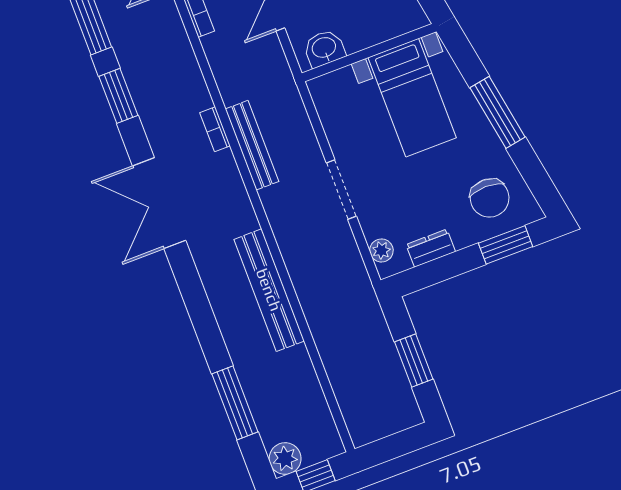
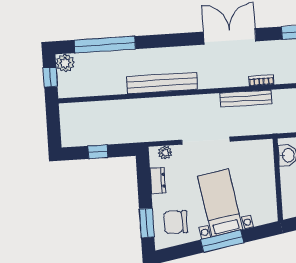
bed with nightstands: (412, 98) -> (220, 203), moved, turned 80
doorway: (341, 190) -> (206, 141), width x1.36
window: (414, 360) -> (98, 152), width x0.67
window: (235, 403) -> (105, 45), width x1.46

